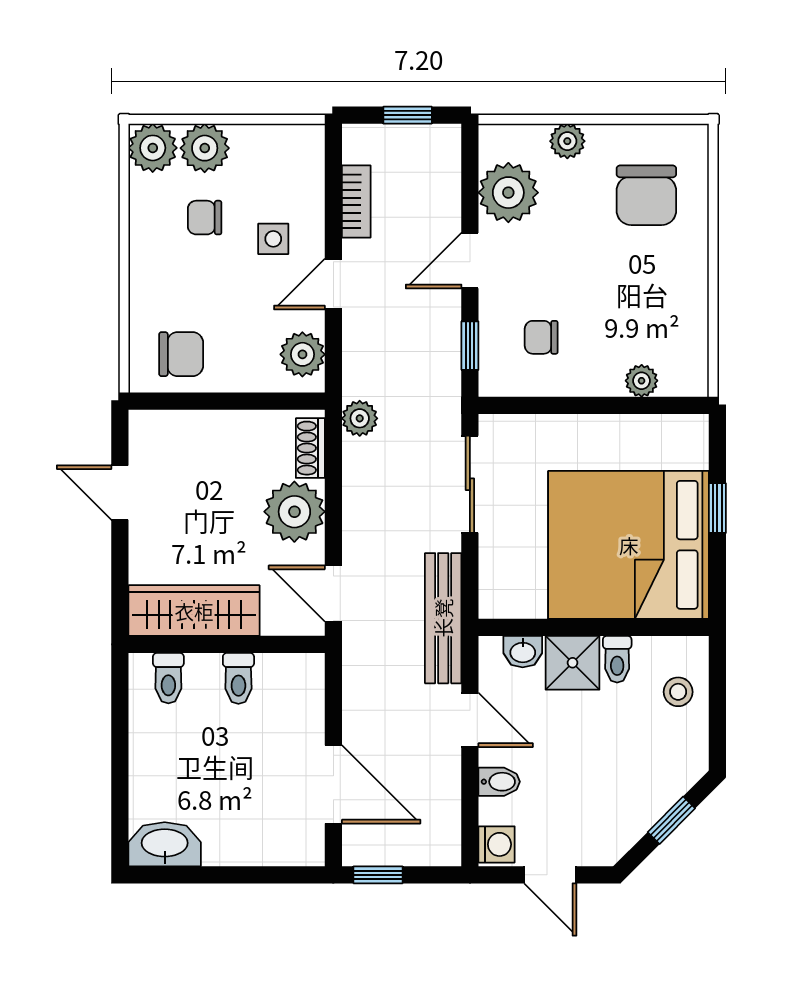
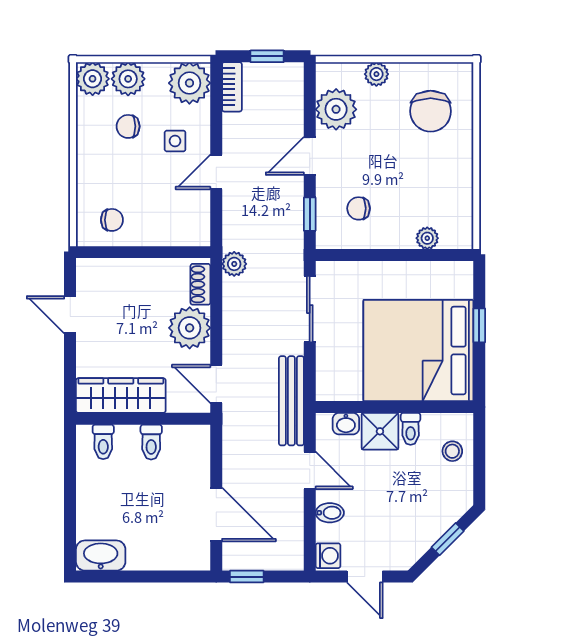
bookcase: (356, 201) -> (232, 87), moved
chair: (181, 354) -> (112, 220), width x0.73, depth x0.73
plant: (302, 354) -> (189, 83), moved, width x1.36, depth x1.36

